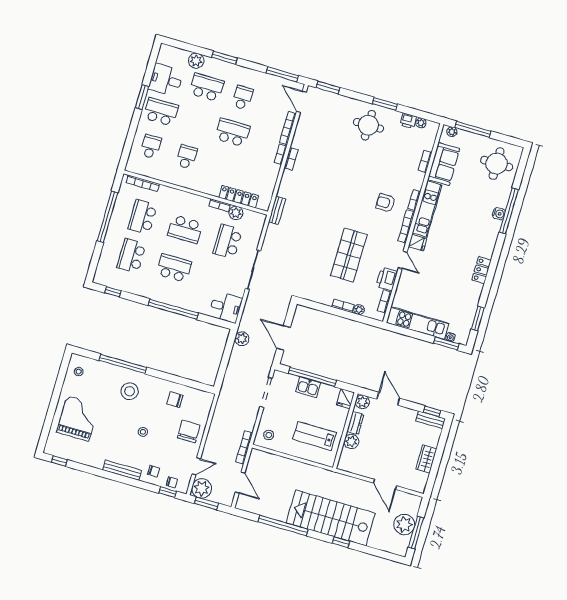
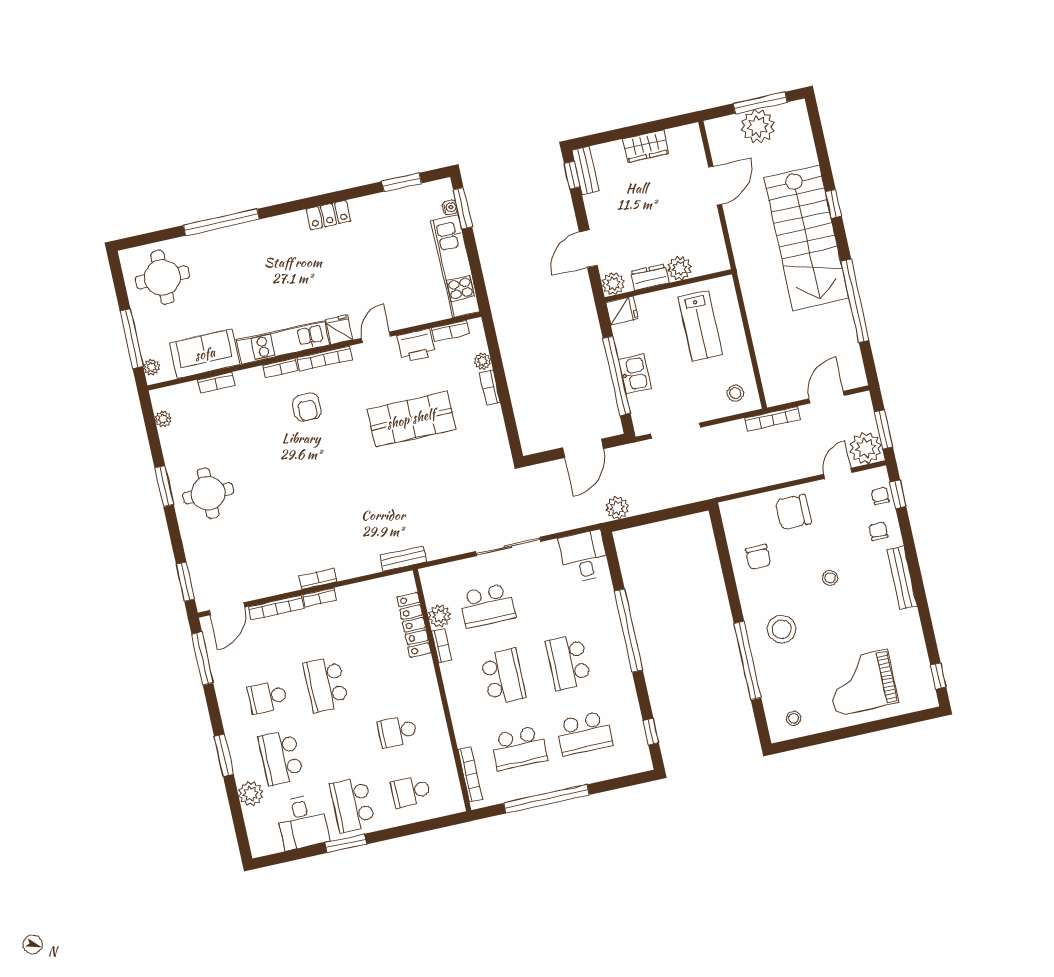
printer: (408, 121) -> (170, 439), removed
water cooler: (499, 214) -> (233, 235), removed
door: (196, 466) -> (838, 473), hinge flipped

